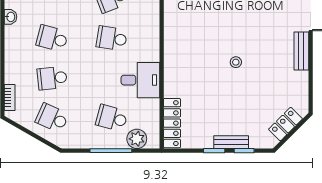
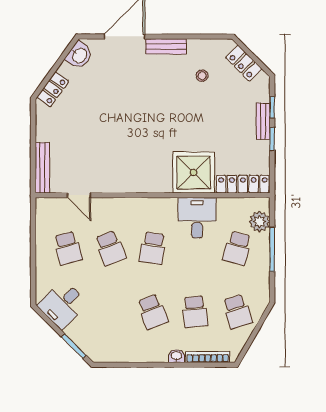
washbasin: (10, 17) -> (176, 356), moved
school desk: (52, 38) -> (153, 312), turned -36
stool: (236, 62) -> (202, 76), moved
shower: (183, 77) -> (194, 172), added
bookcase: (10, 97) -> (208, 357), width x1.56
school desk: (52, 118) -> (237, 312), turned -42

